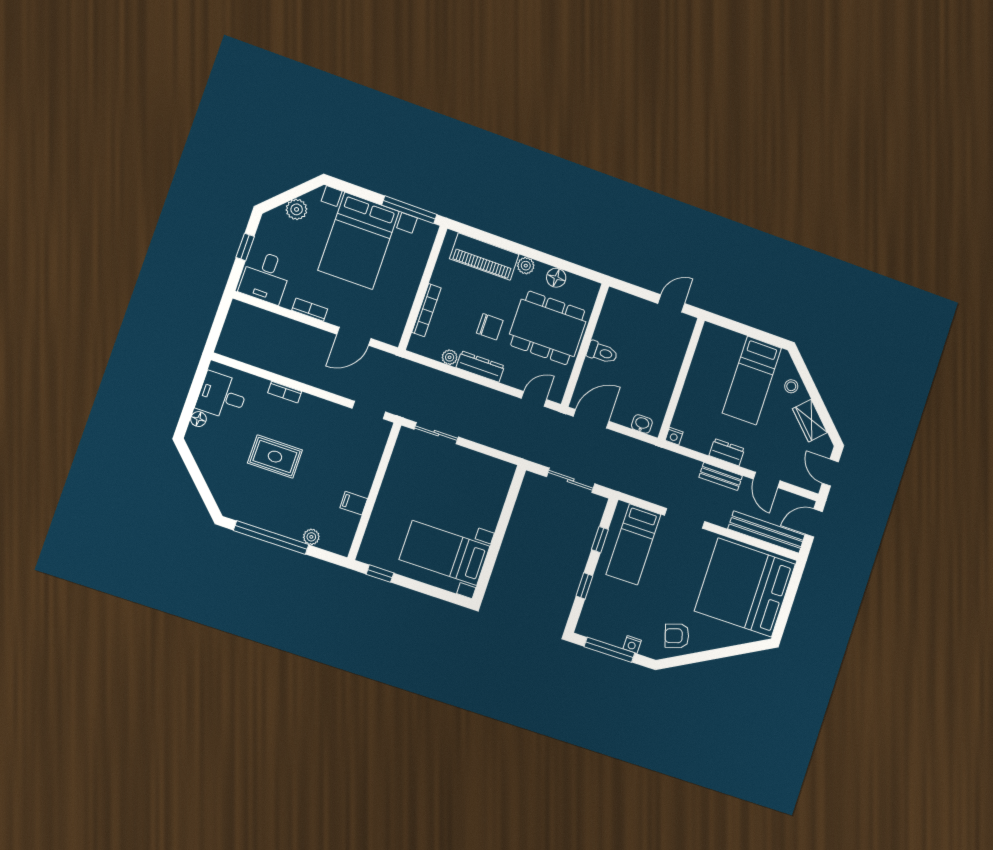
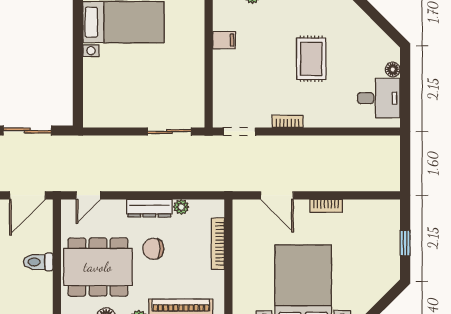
plant: (297, 209) -> (370, 295), removed
desk: (265, 277) -> (377, 222), removed
door: (354, 336) -> (277, 195), swing flipped
bookcase: (285, 392) -> (287, 121), moved
rug: (275, 457) -> (311, 59), turned 90

